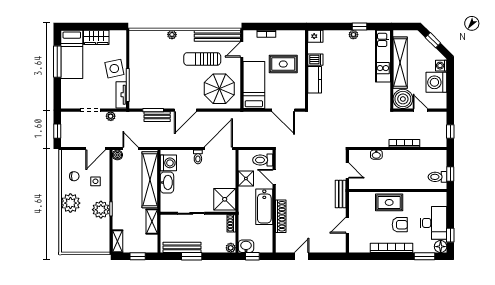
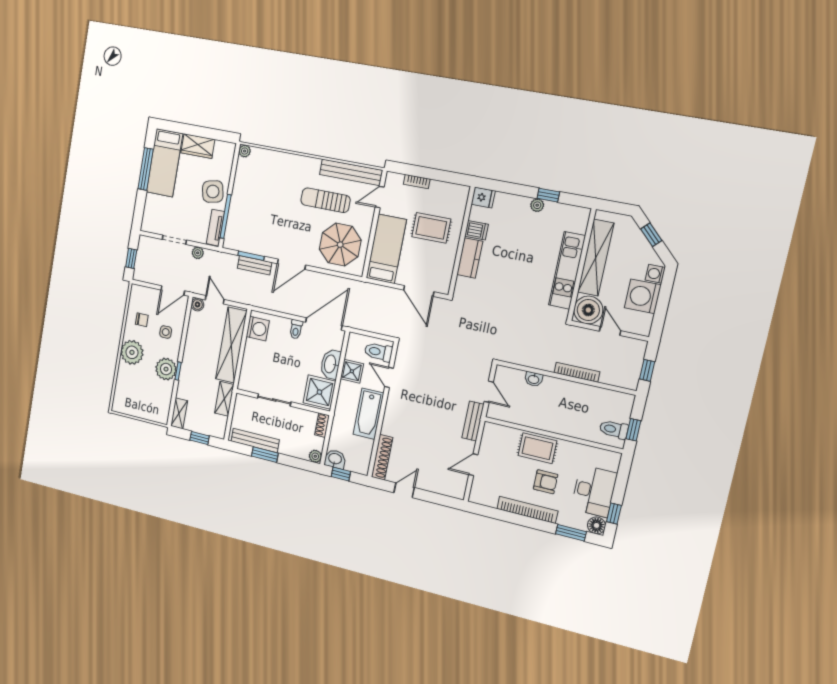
plant: (172, 35) -> (245, 151), moved
kitchen unit: (383, 56) -> (567, 270), moved
washbasin: (167, 182) -> (331, 364), moved, turned 180
shoe rack: (281, 216) -> (382, 457), moved

